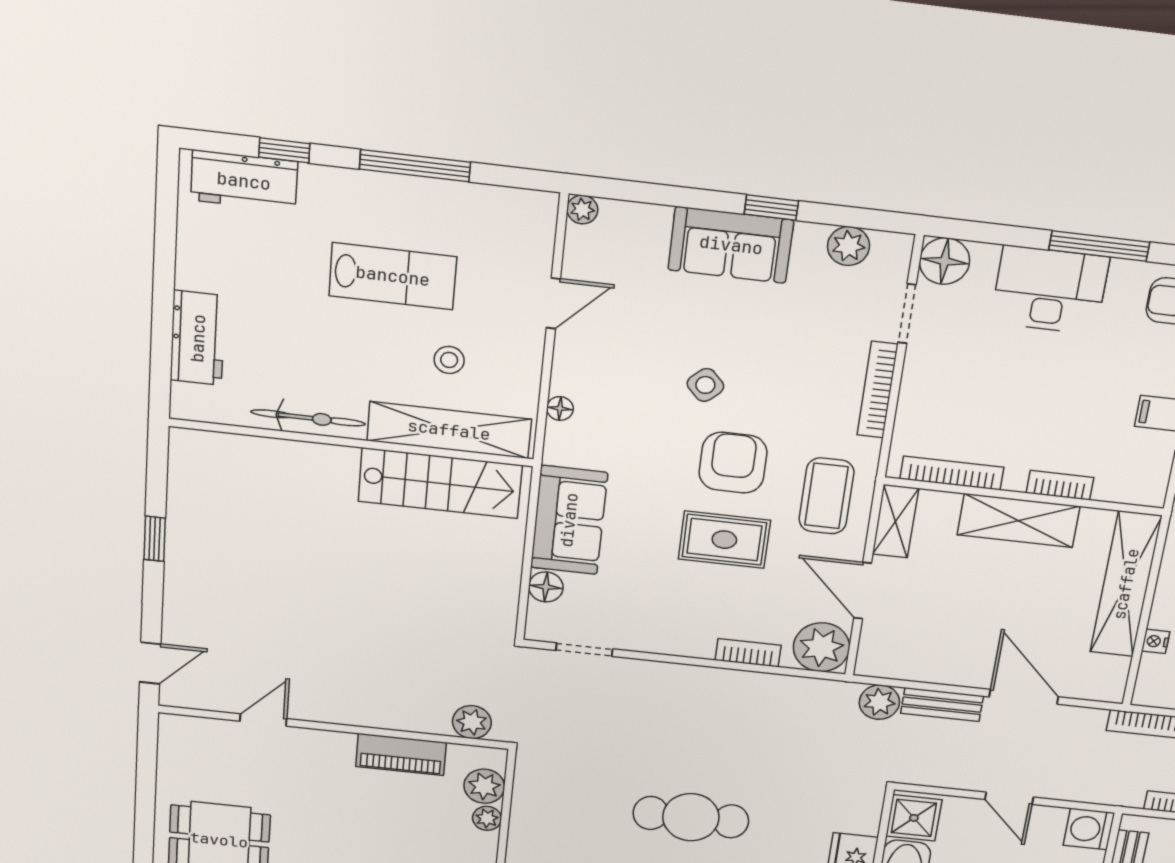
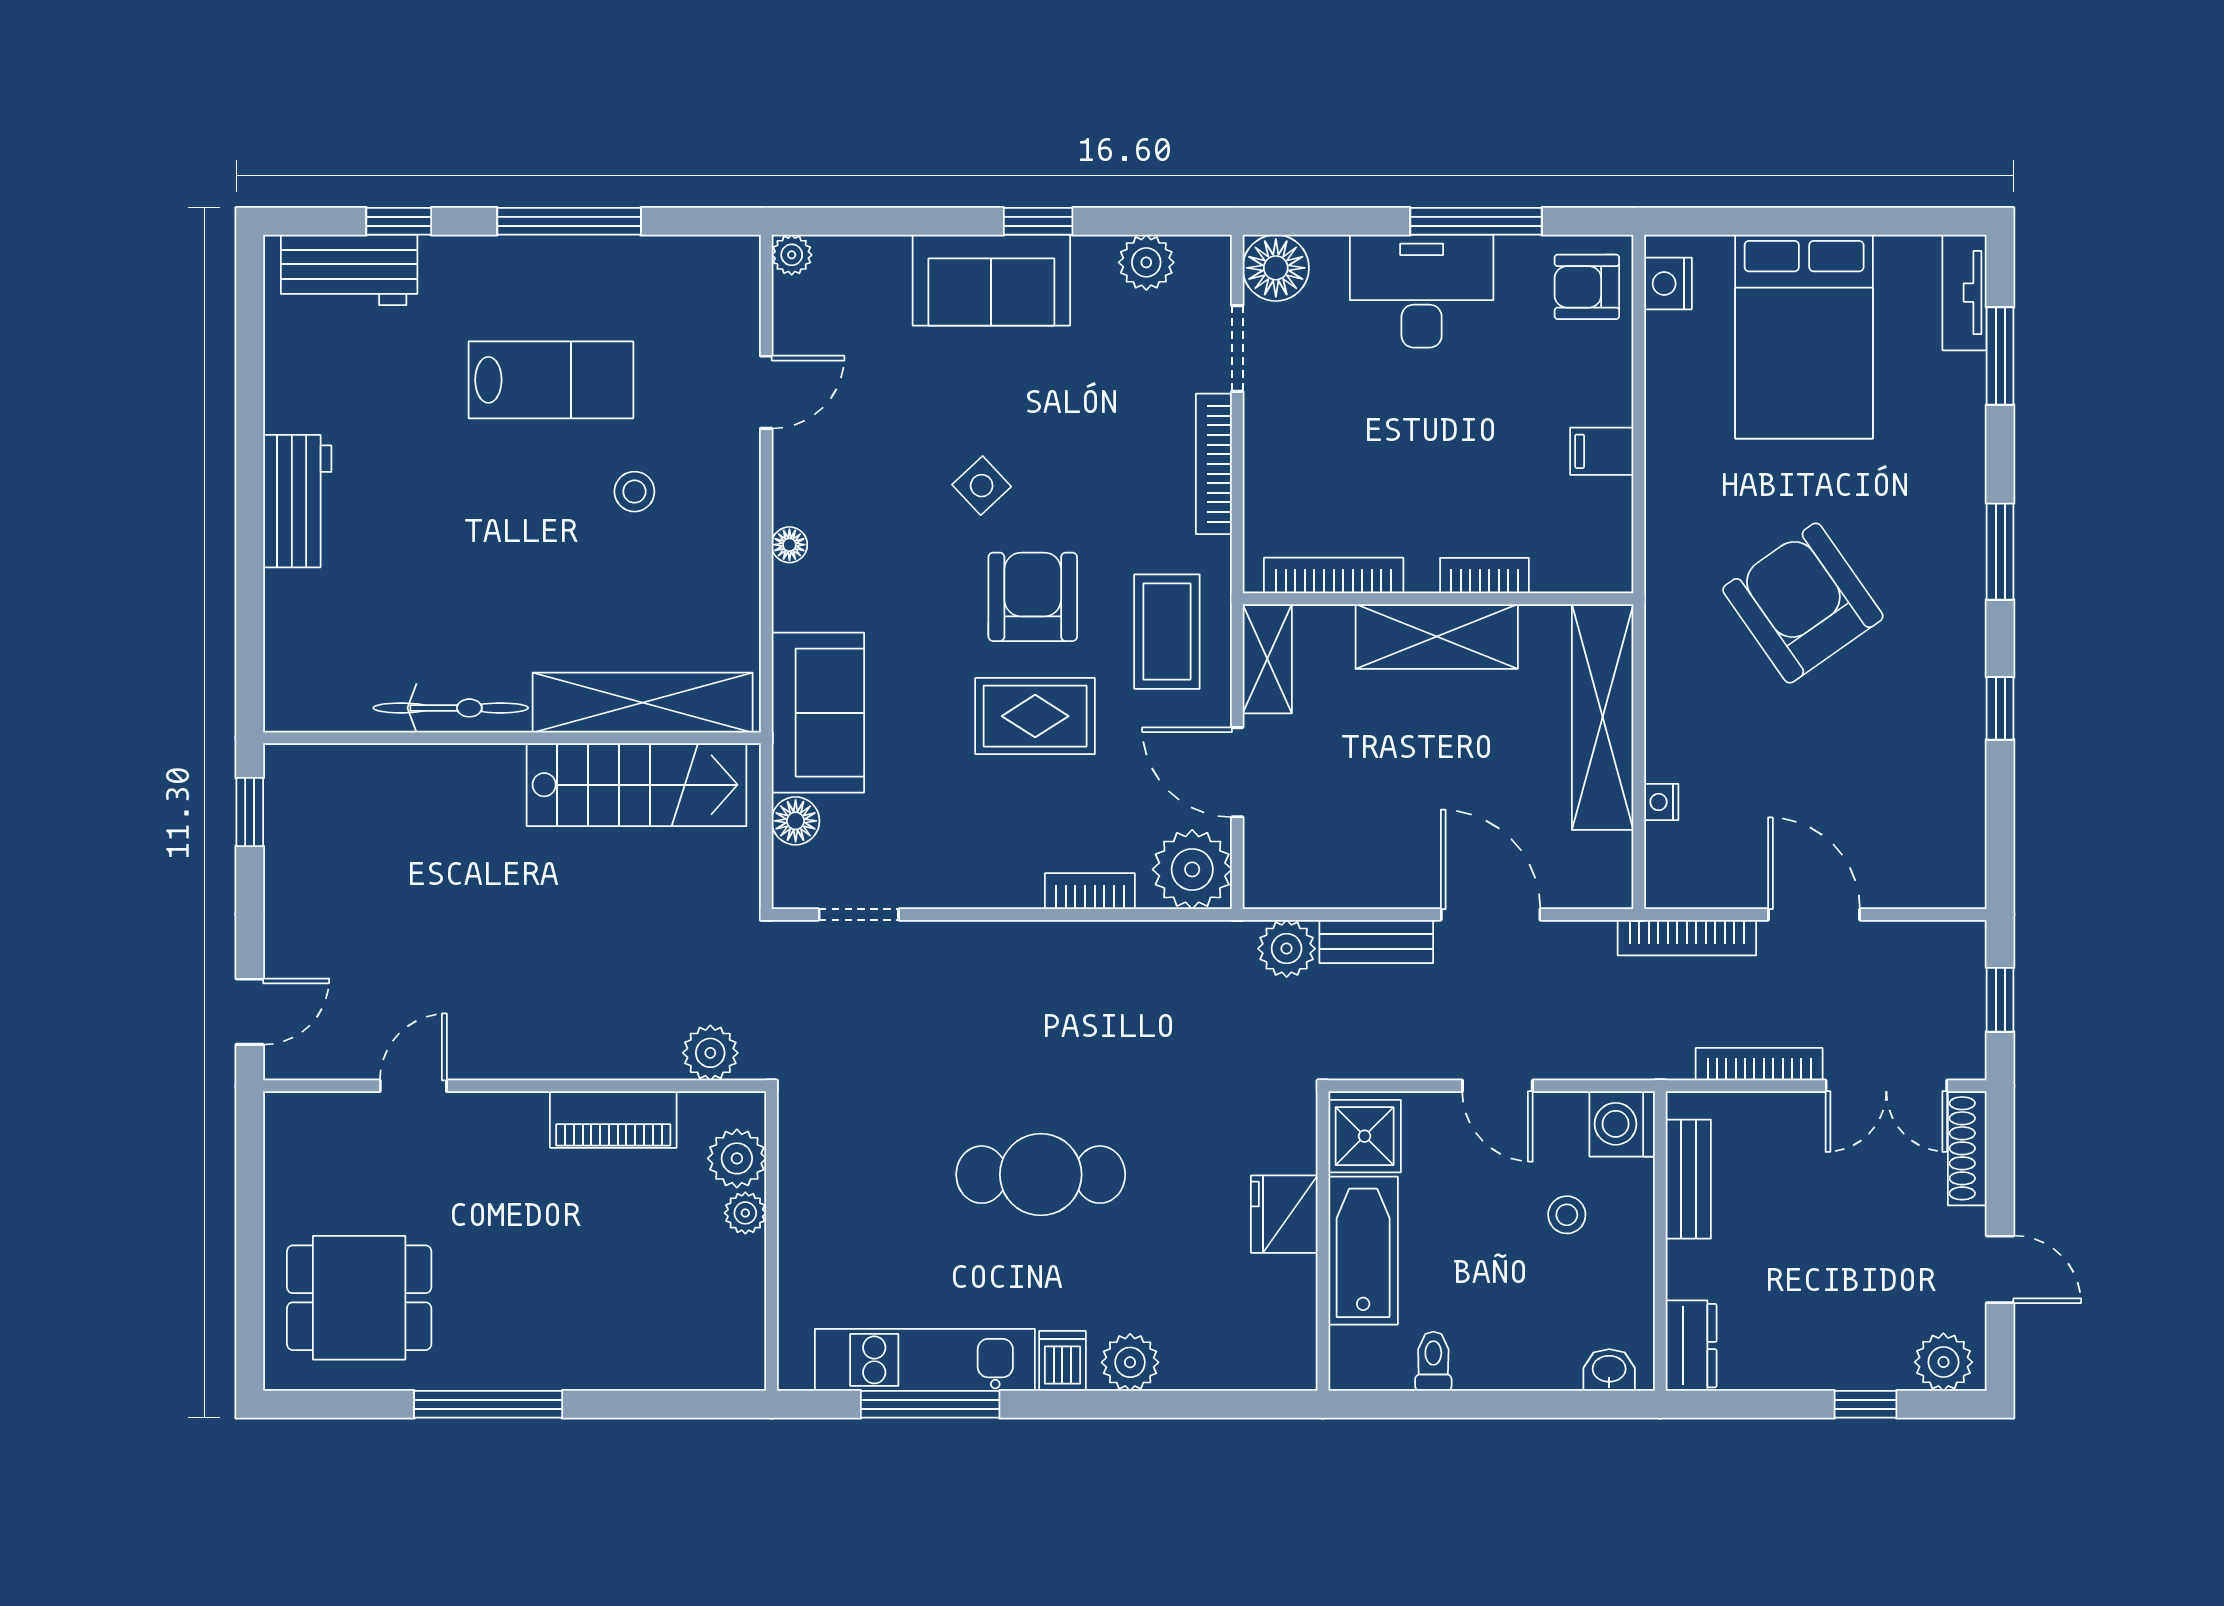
bicycle: (308, 418) -> (451, 708), moved
shelving: (449, 430) -> (643, 703), moved
wall: (352, 443) -> (512, 738), moved
stairs: (440, 483) -> (636, 785), moved

